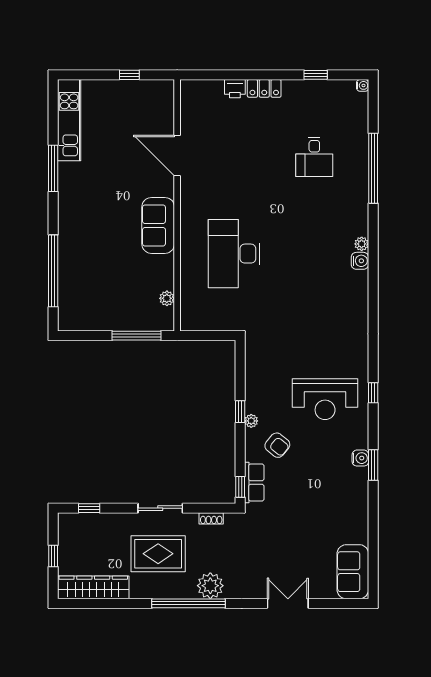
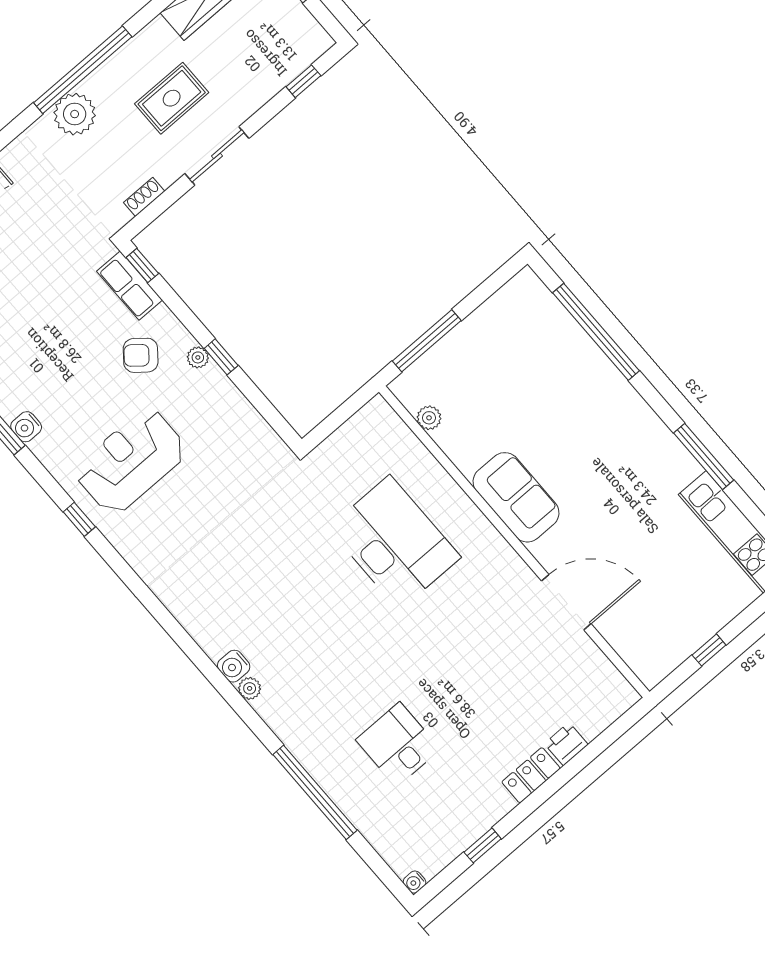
rug: (158, 554) -> (172, 98), width x0.73, depth x0.70

